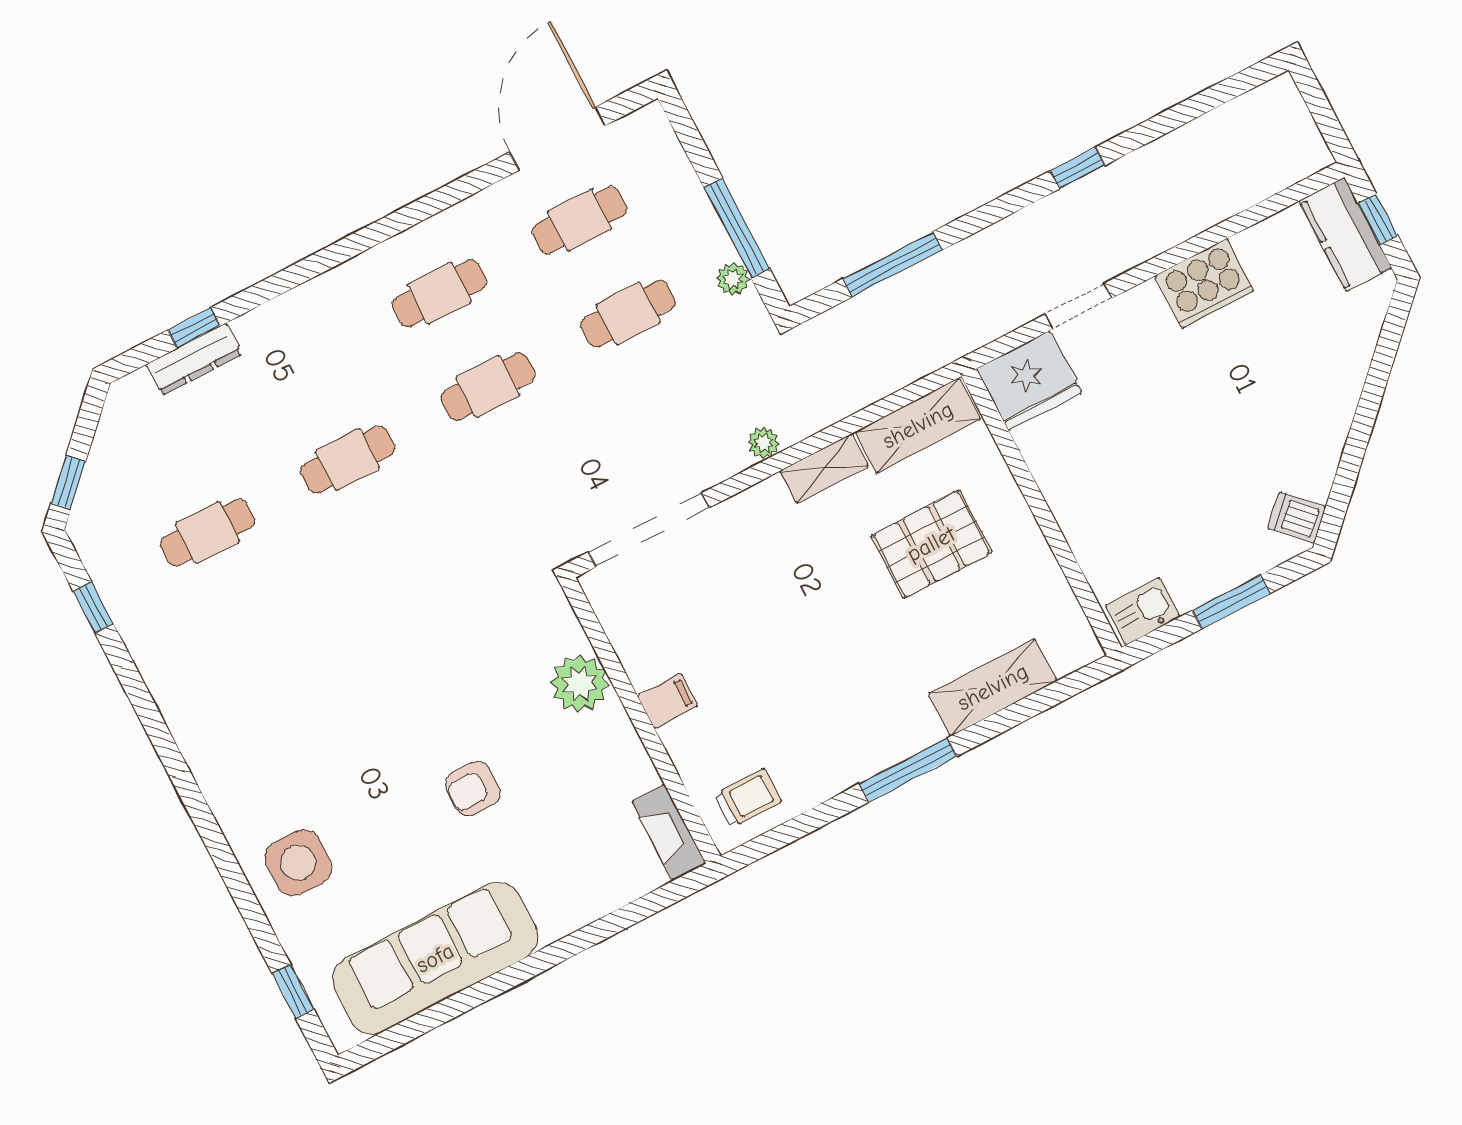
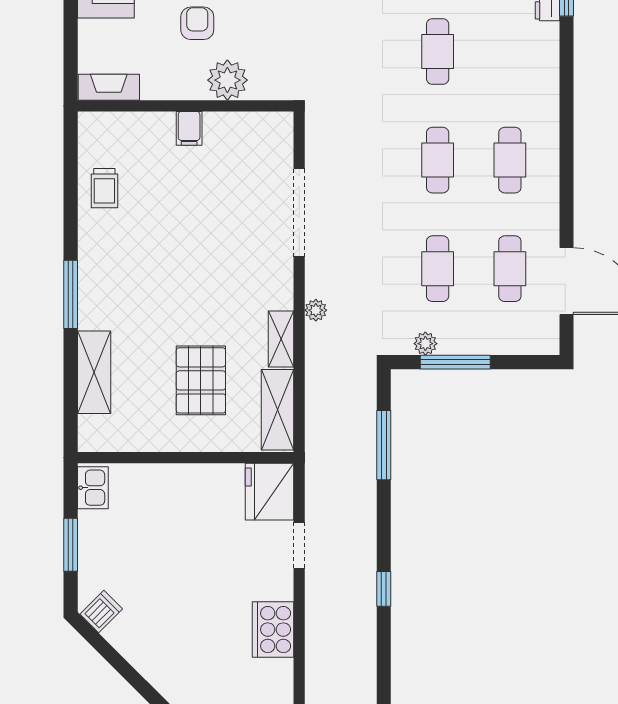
plant: (579, 684) -> (227, 80), moved
filing cabinet: (668, 701) -> (189, 128), moved
wall: (641, 720) -> (186, 106), moved
fireplace: (668, 832) -> (109, 87), moved

